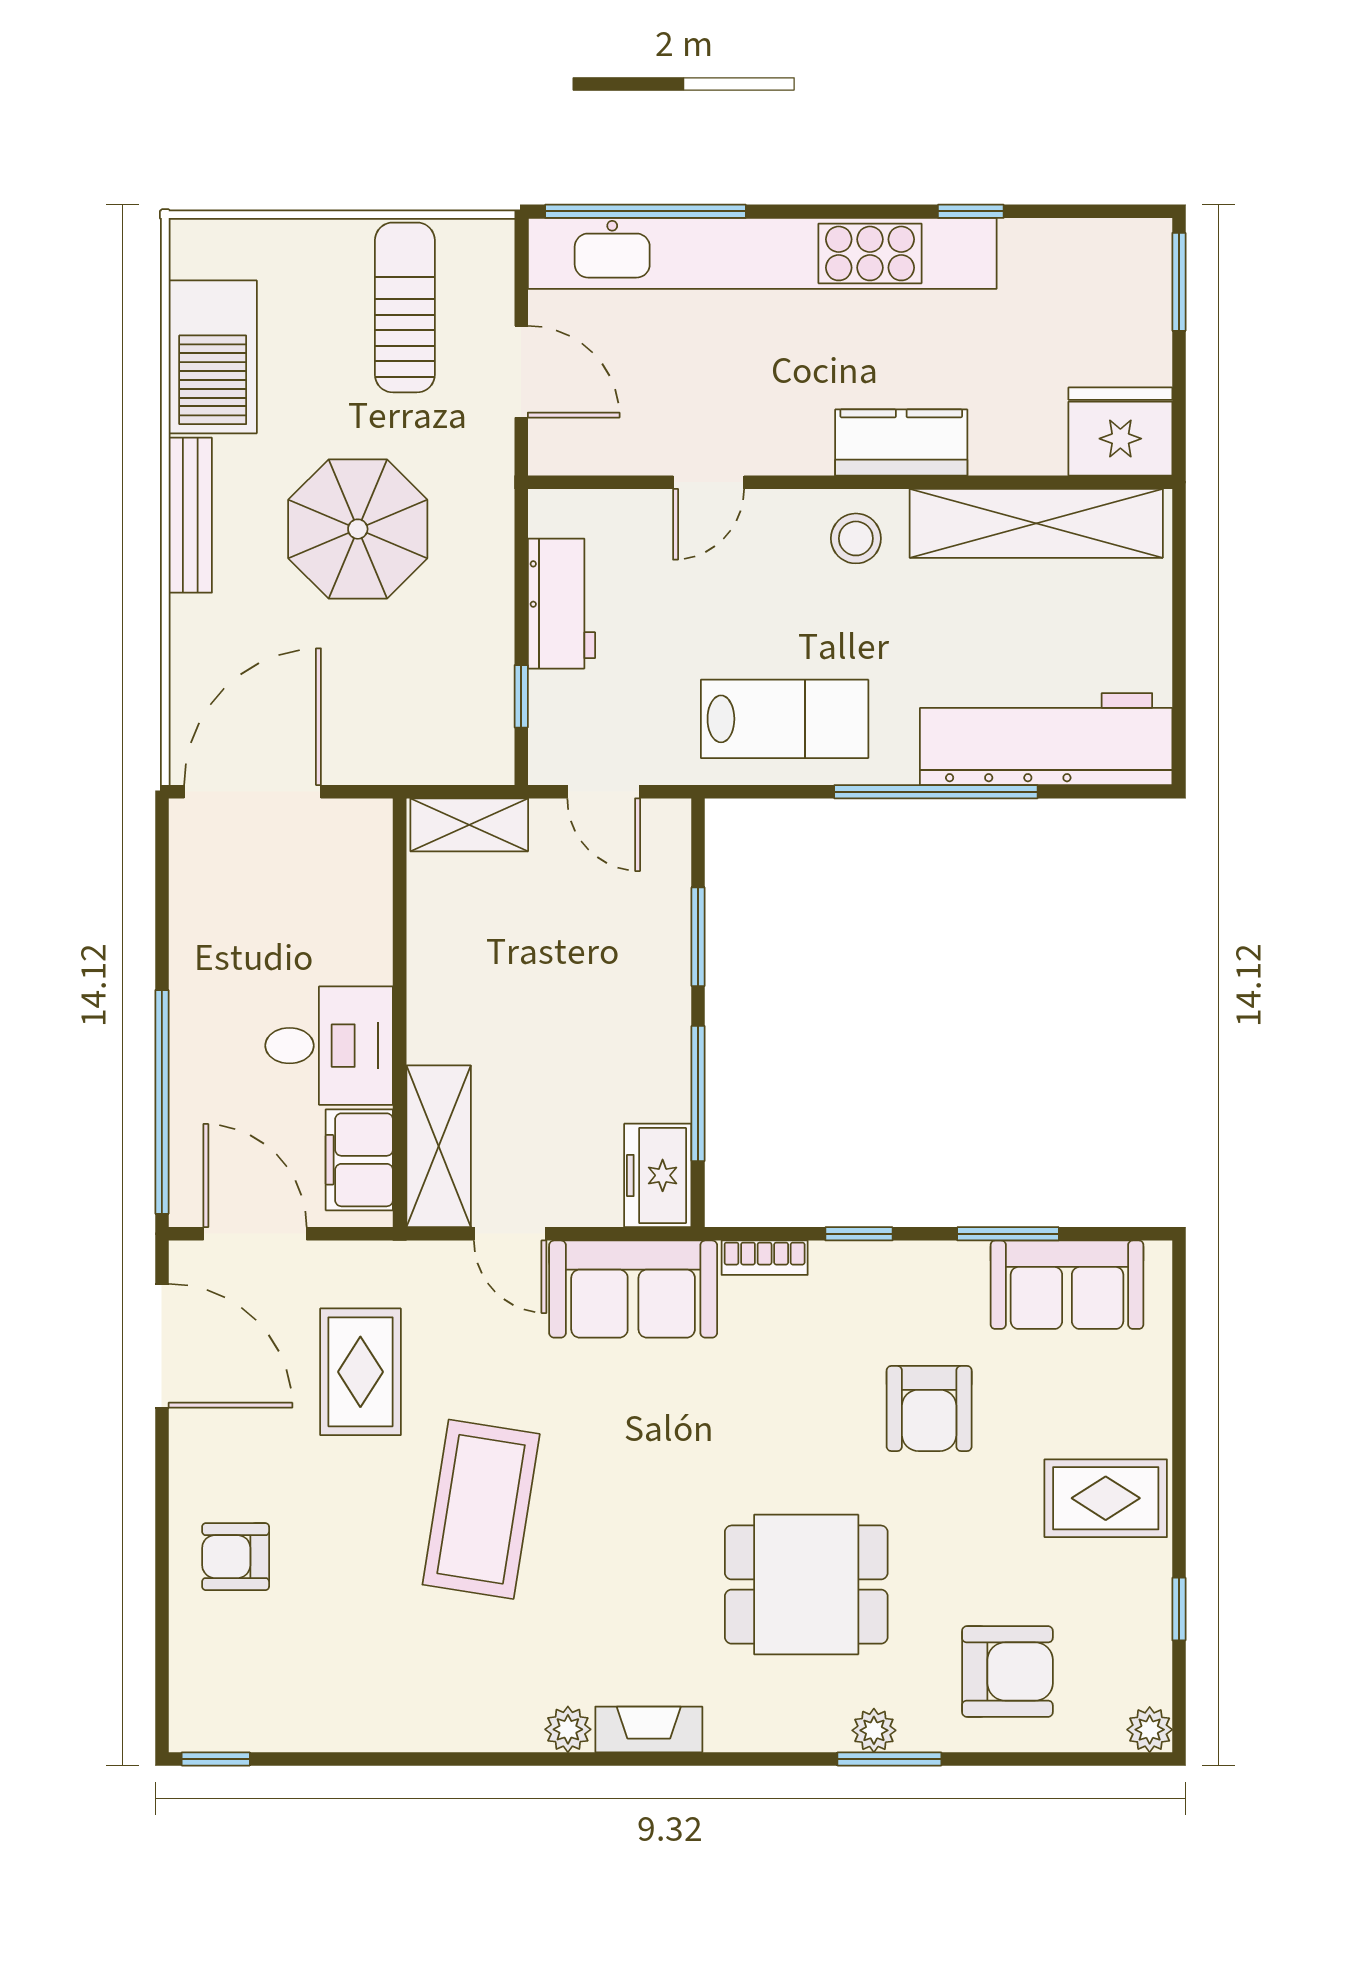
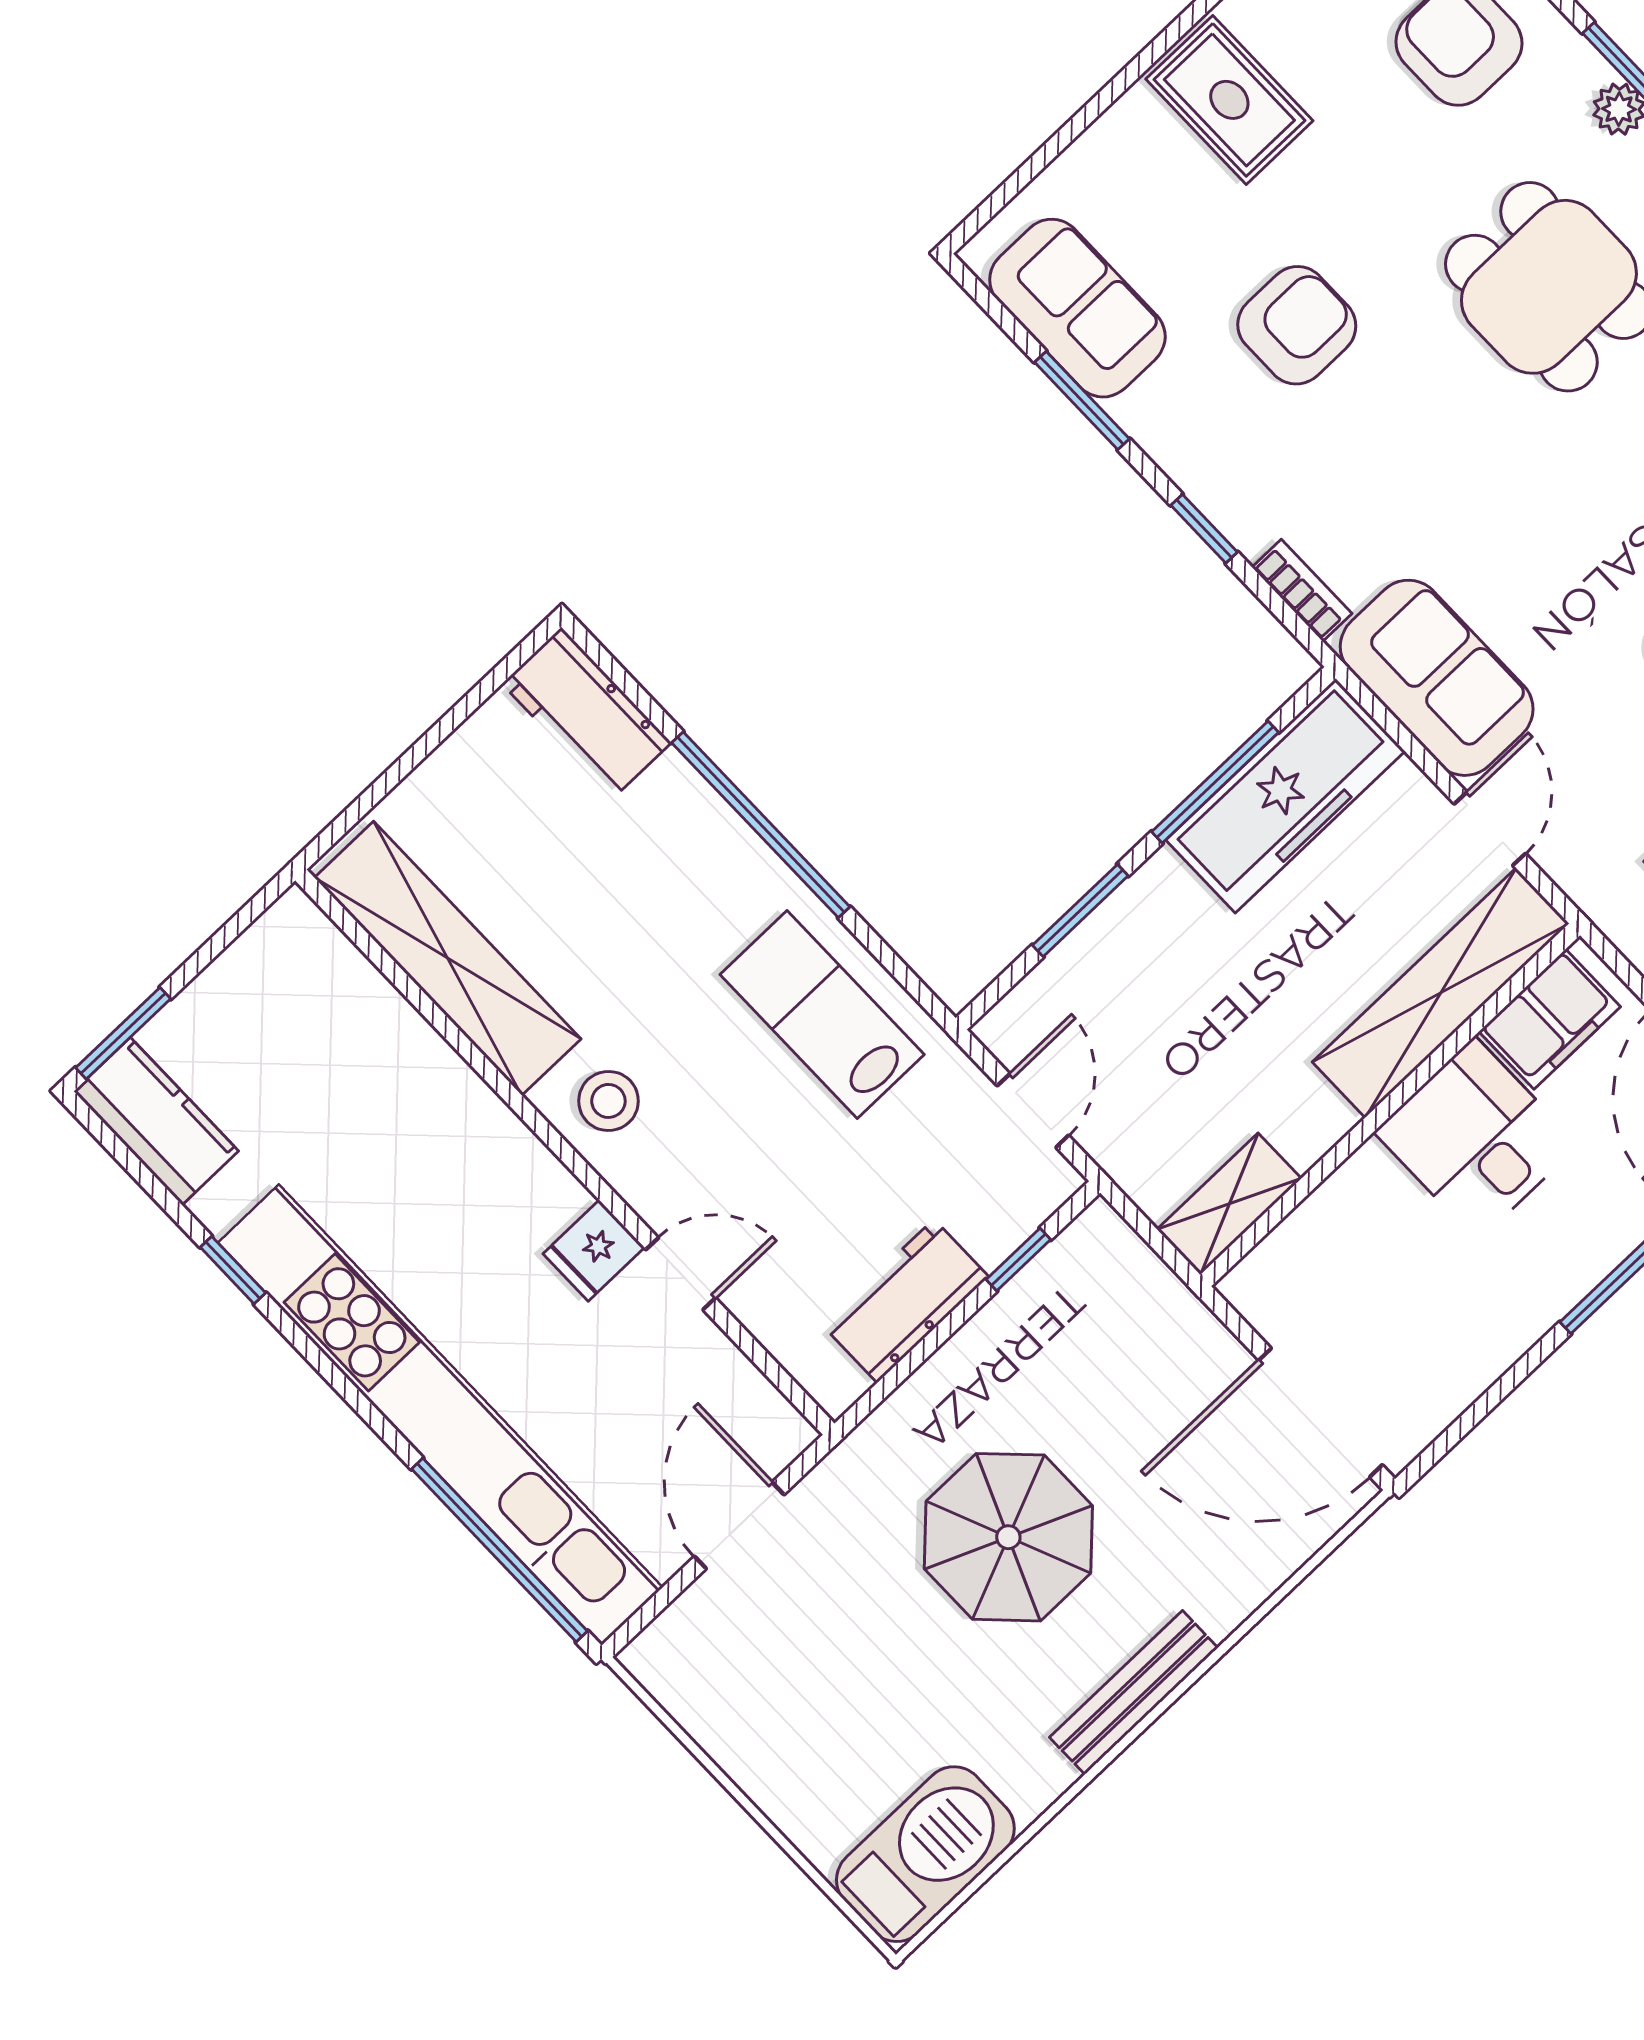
sun lounger: (405, 307) -> (779, 1678), removed
barbecue: (213, 357) -> (925, 1854), moved
fridge: (1120, 431) -> (594, 1251), moved, width x0.53, depth x0.75
kitchen counter: (901, 442) -> (156, 1121), moved, turned 180
workbench: (1046, 739) -> (587, 713), width x0.53, depth x0.76
shelving: (469, 825) -> (1229, 1204), moved, turned 90
shelving: (439, 1146) -> (1441, 993), width x1.47
freezer: (658, 1175) -> (1285, 796), width x1.91, depth x1.26

